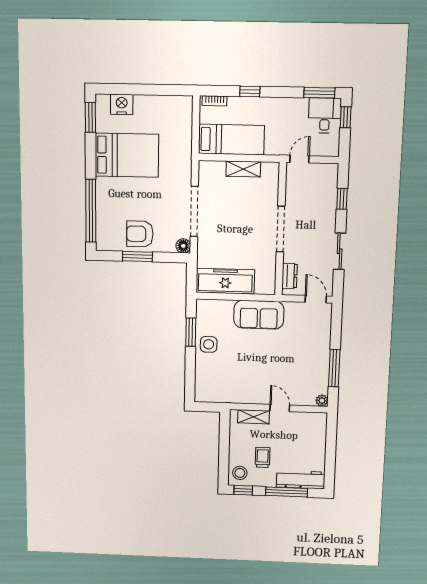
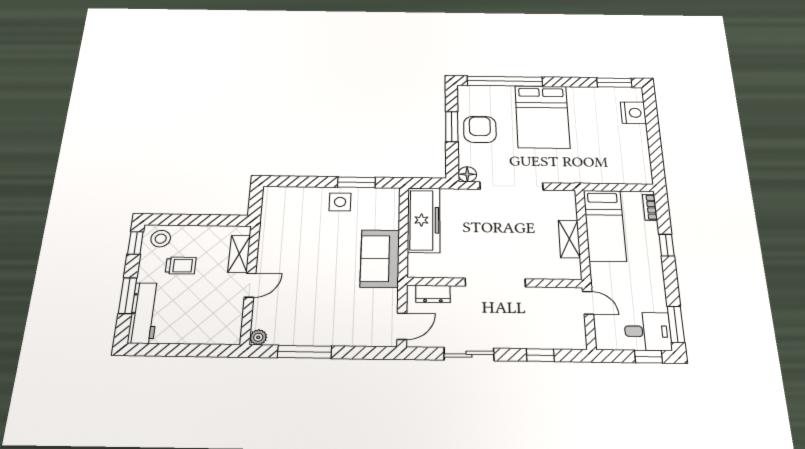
bed: (127, 155) -> (542, 117), moved
window: (287, 492) -> (128, 296), width x0.69

